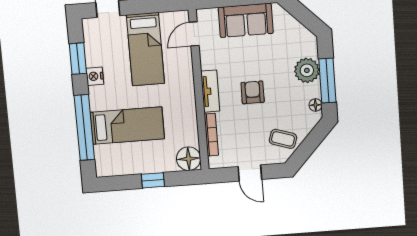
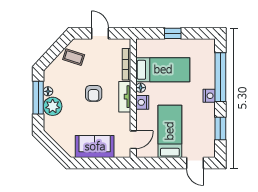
nightstand: (95, 76) -> (209, 96), moved
nightstand: (186, 85) -> (142, 102), added
floor lamp: (315, 105) -> (48, 91), moved
bed: (127, 126) -> (163, 70), moved, turned 180
floor lamp: (189, 159) -> (141, 88), moved, width x0.53, depth x0.53

